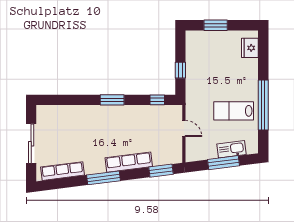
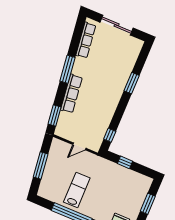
window: (112, 100) -> (132, 83), moved
kitchen sink: (231, 149) -> (48, 176), removed

